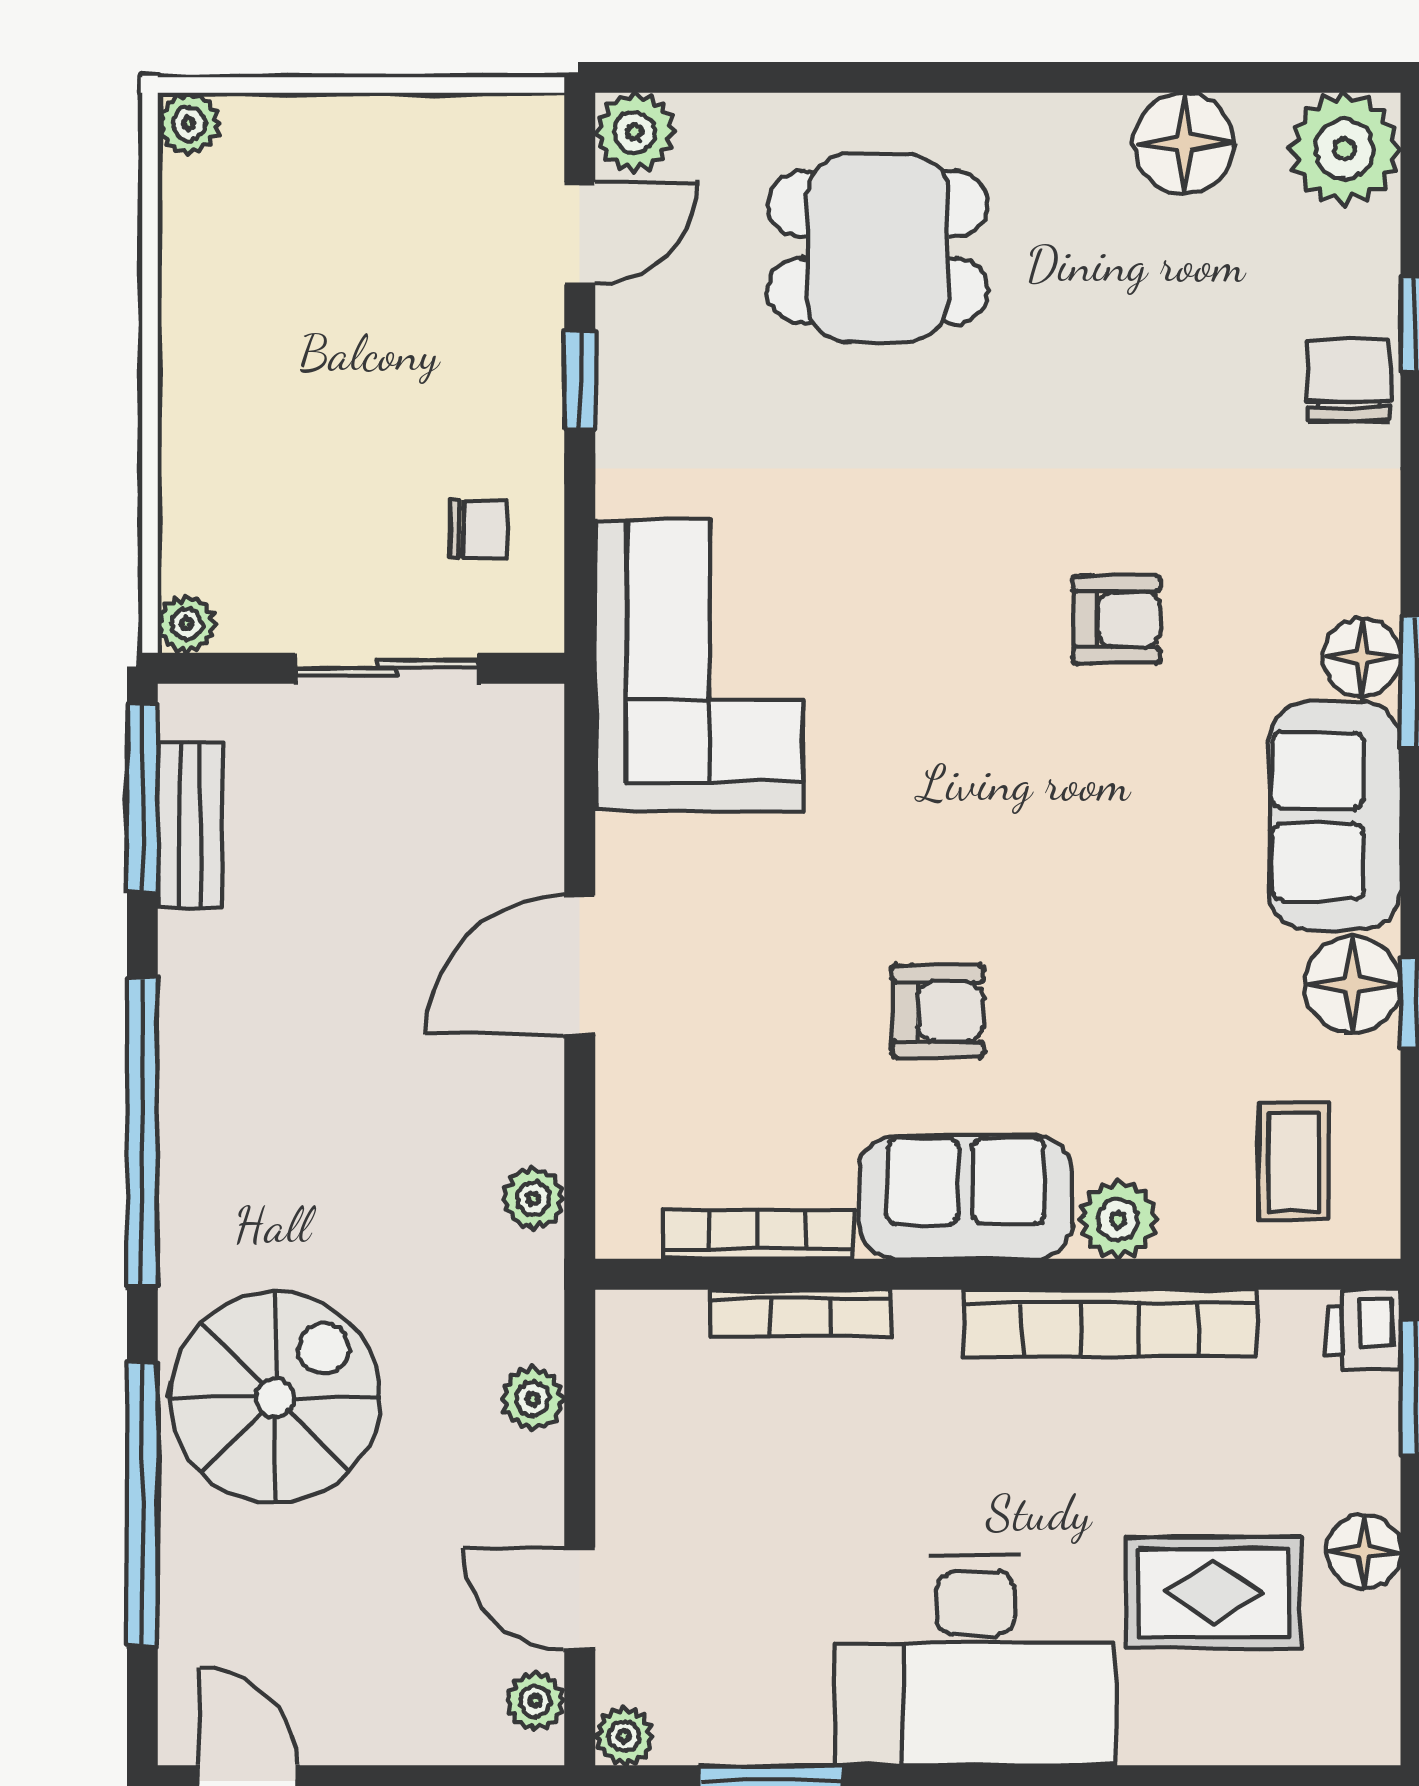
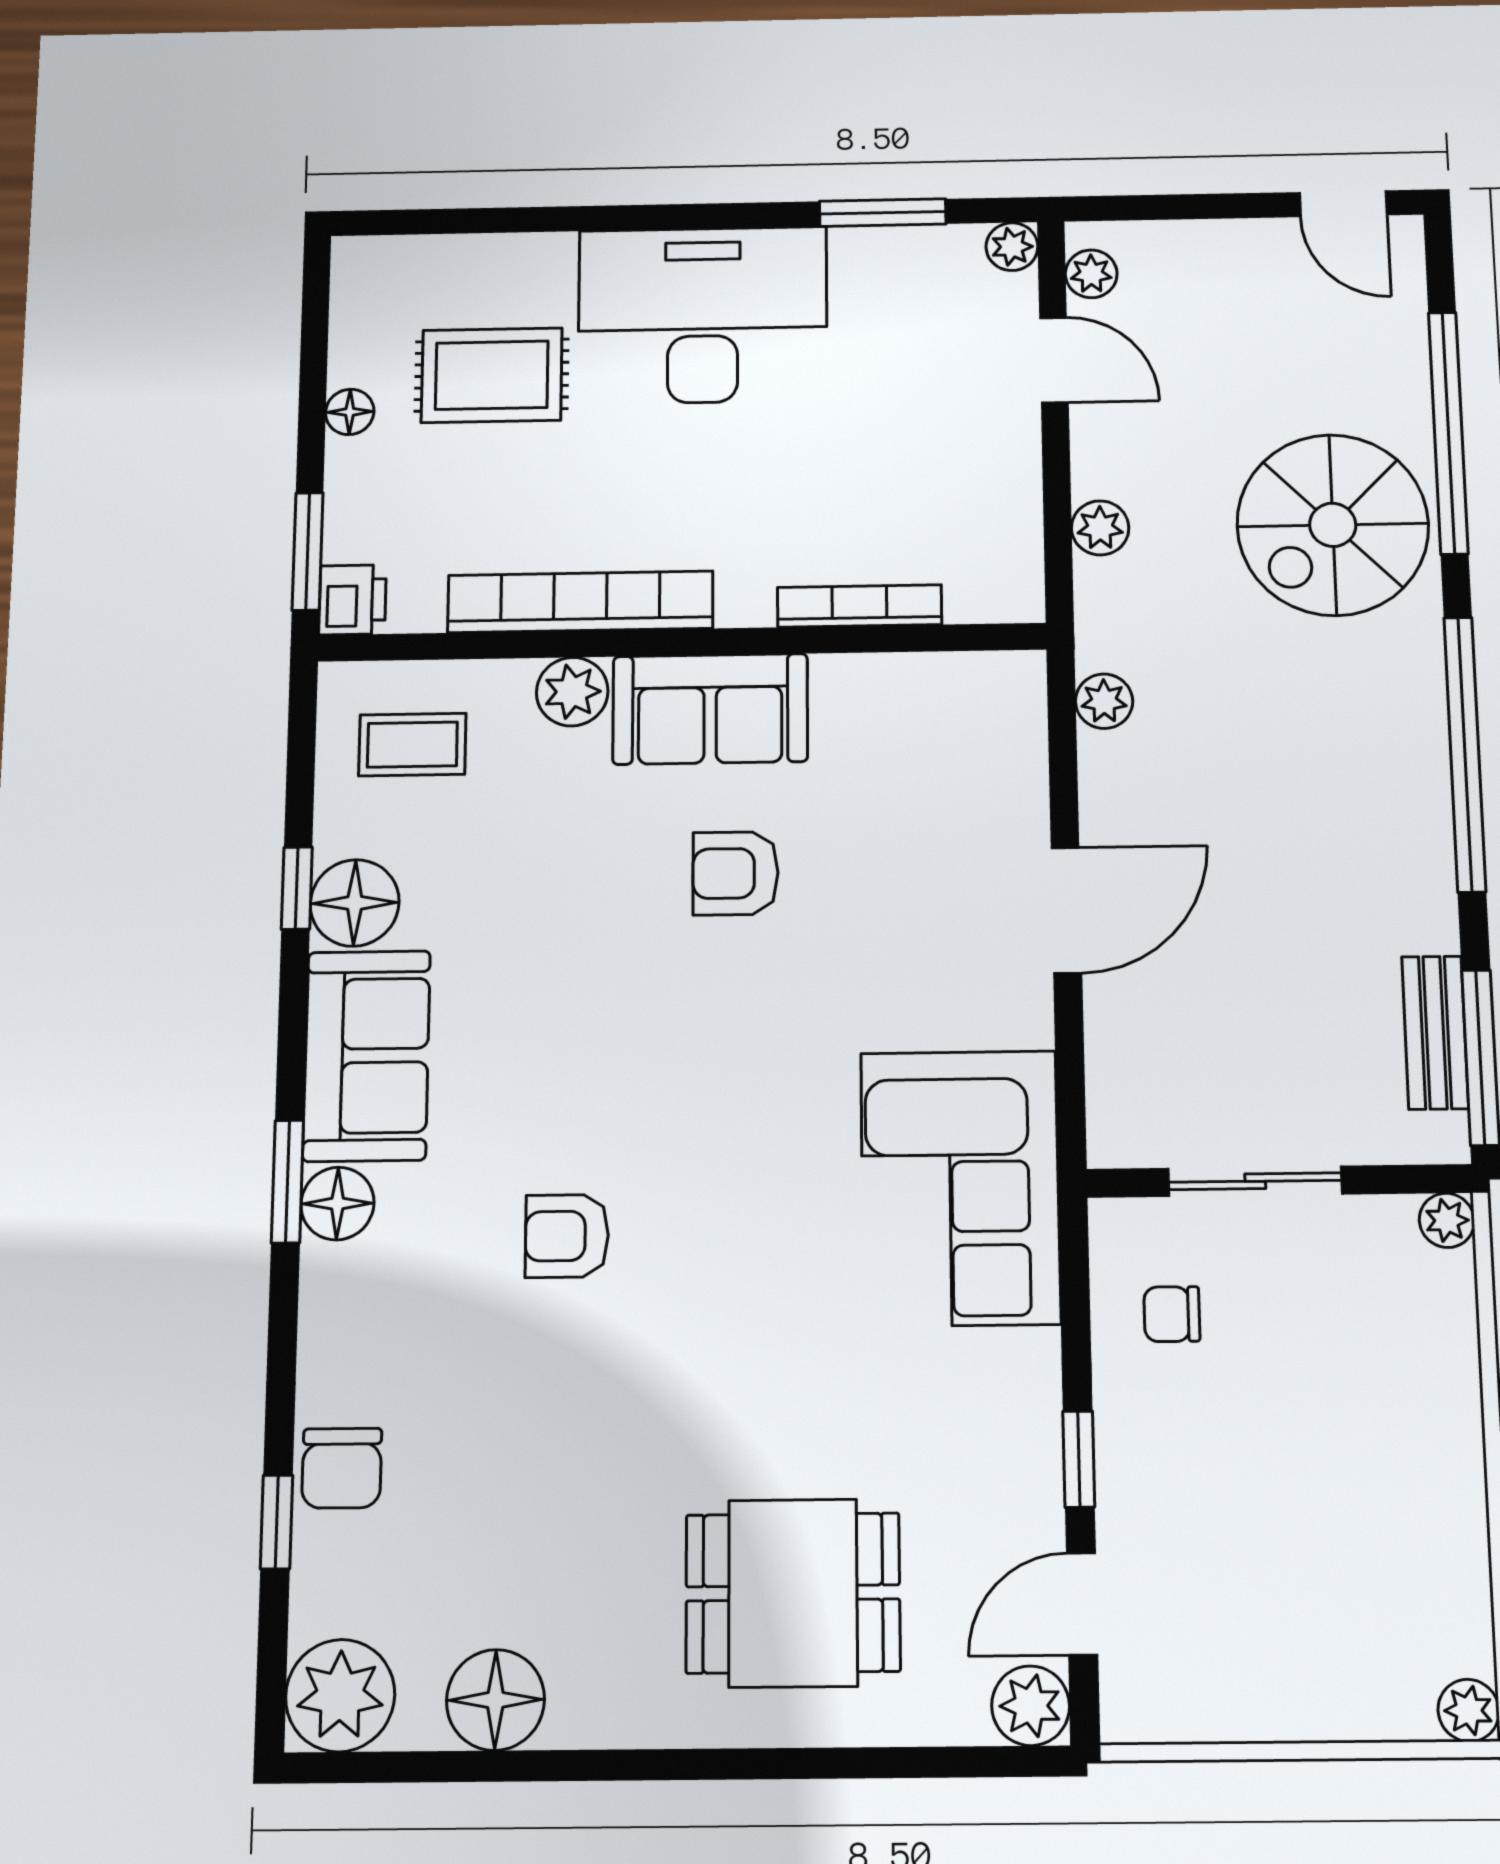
coffee table: (1294, 1162) -> (412, 745), turned 90
bookcase: (758, 1235) -> (899, 673), removed
floor lamp: (1363, 1552) -> (350, 412), width x0.73, depth x0.73

